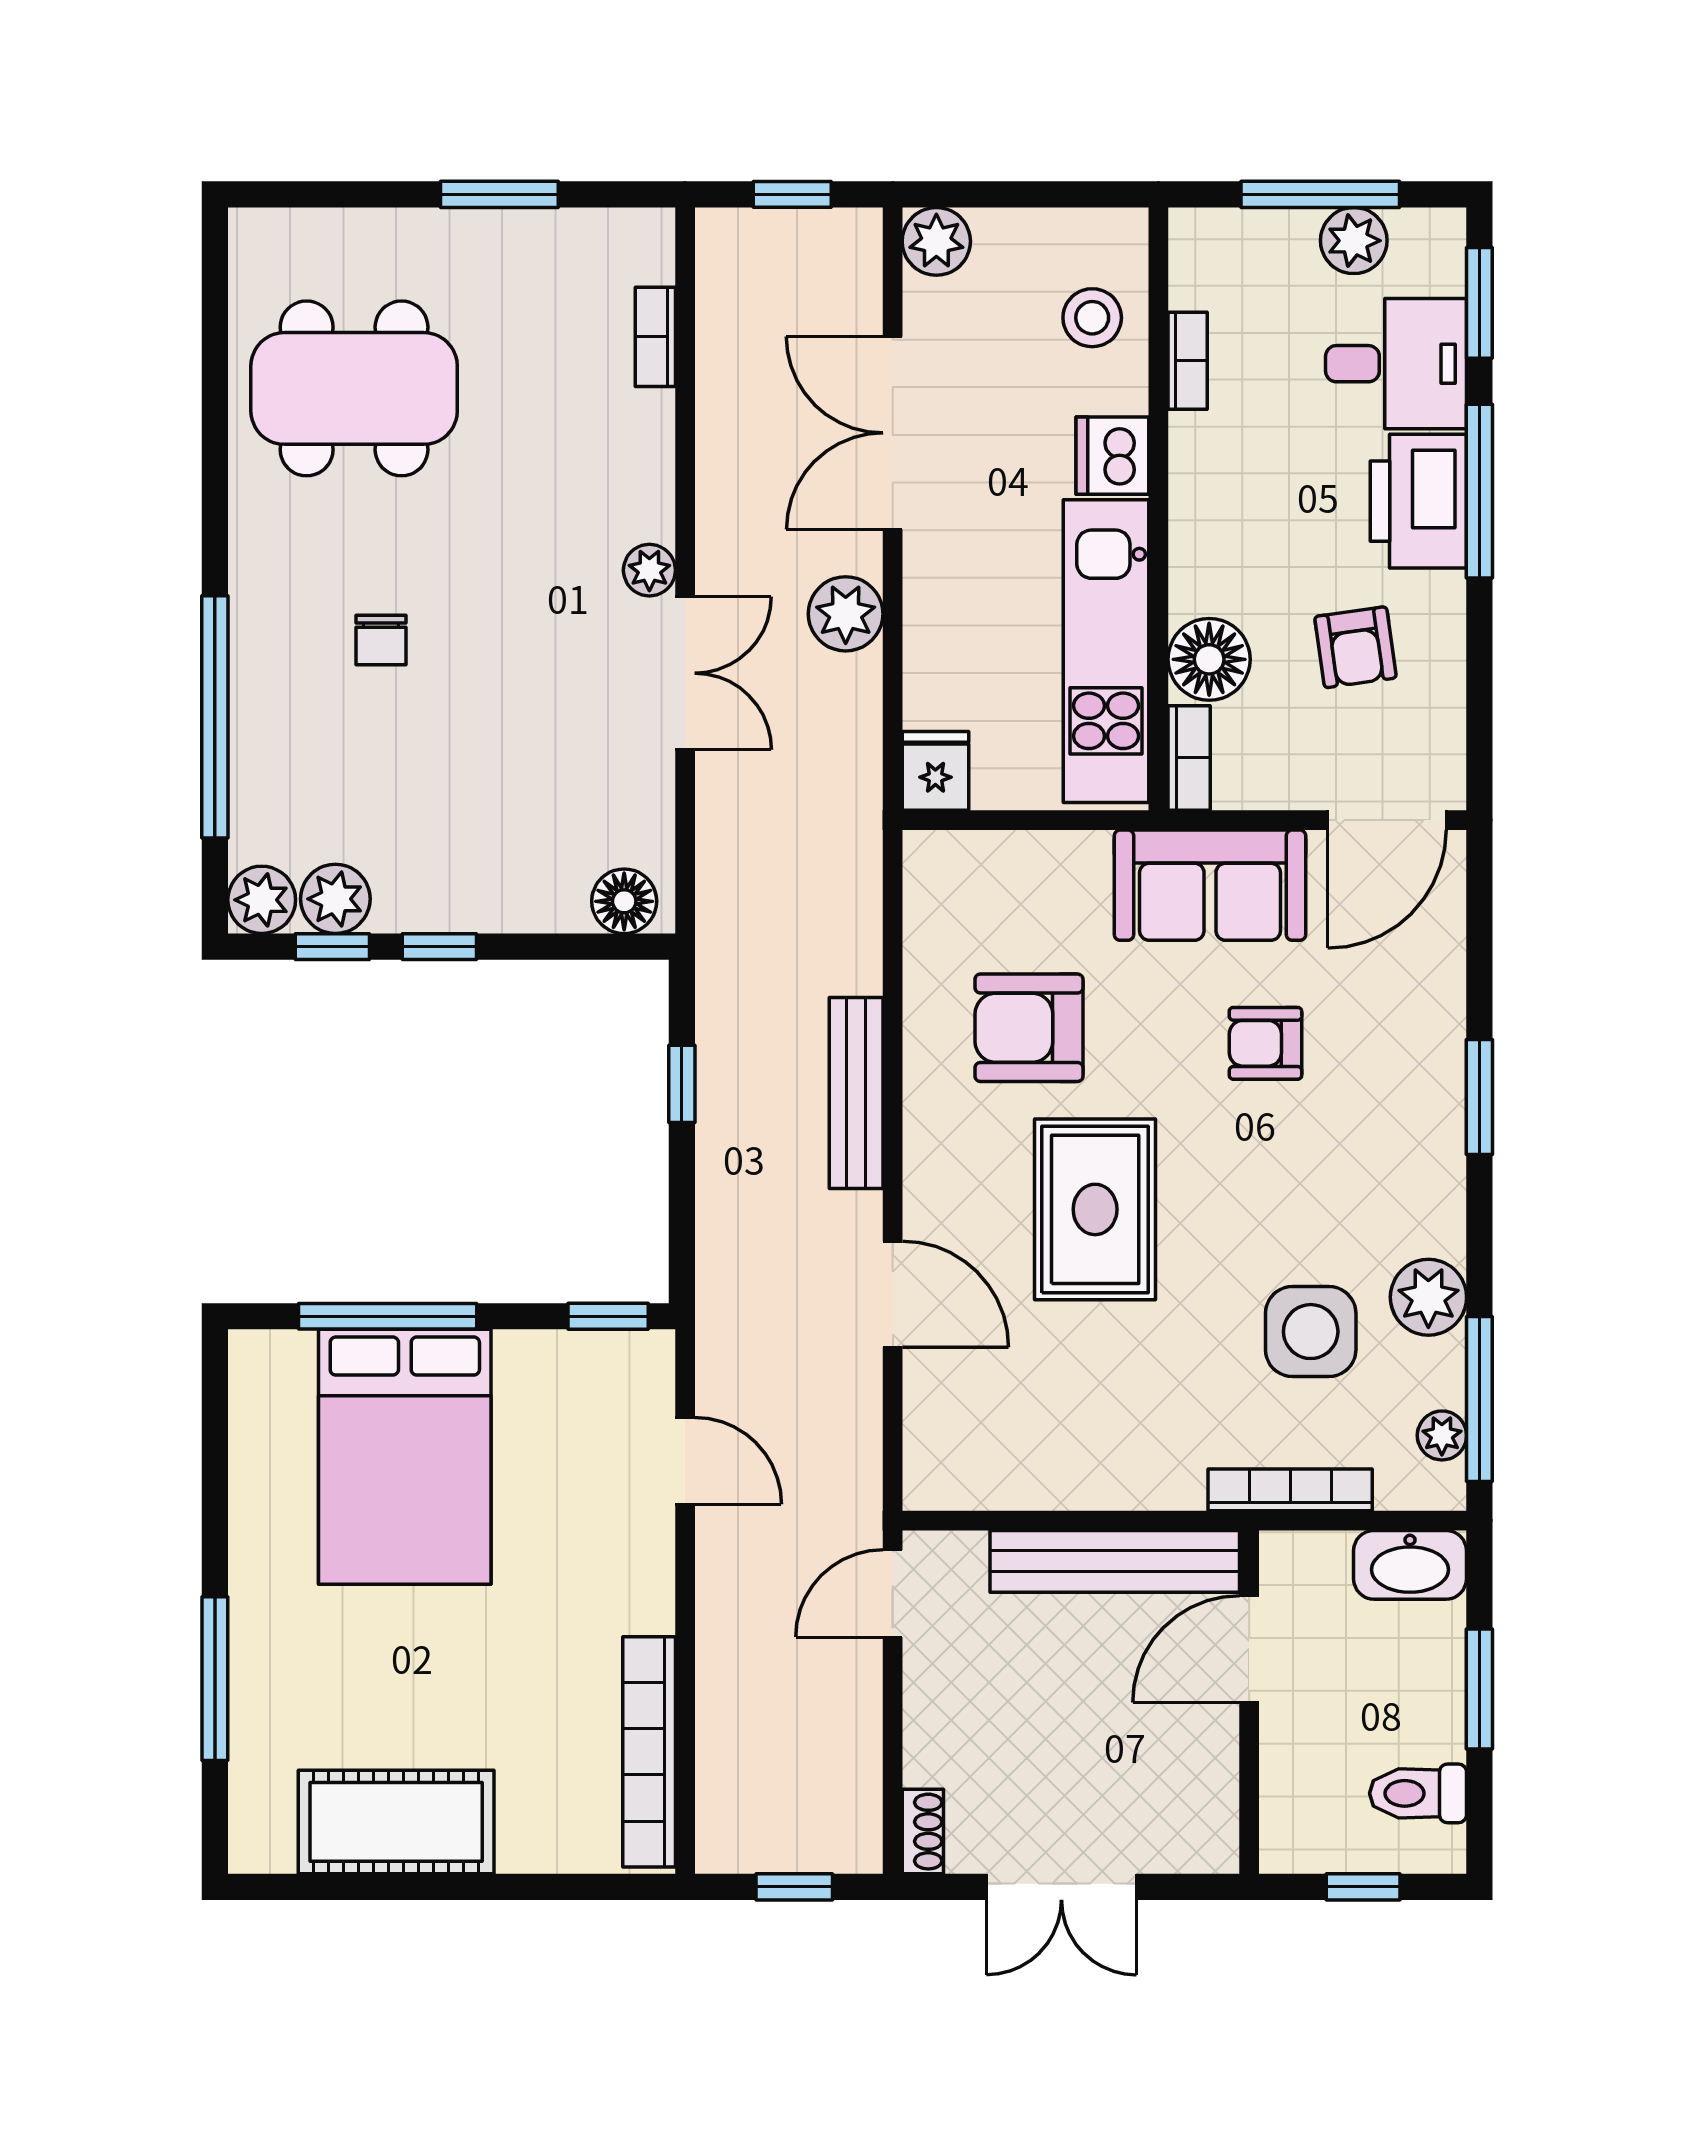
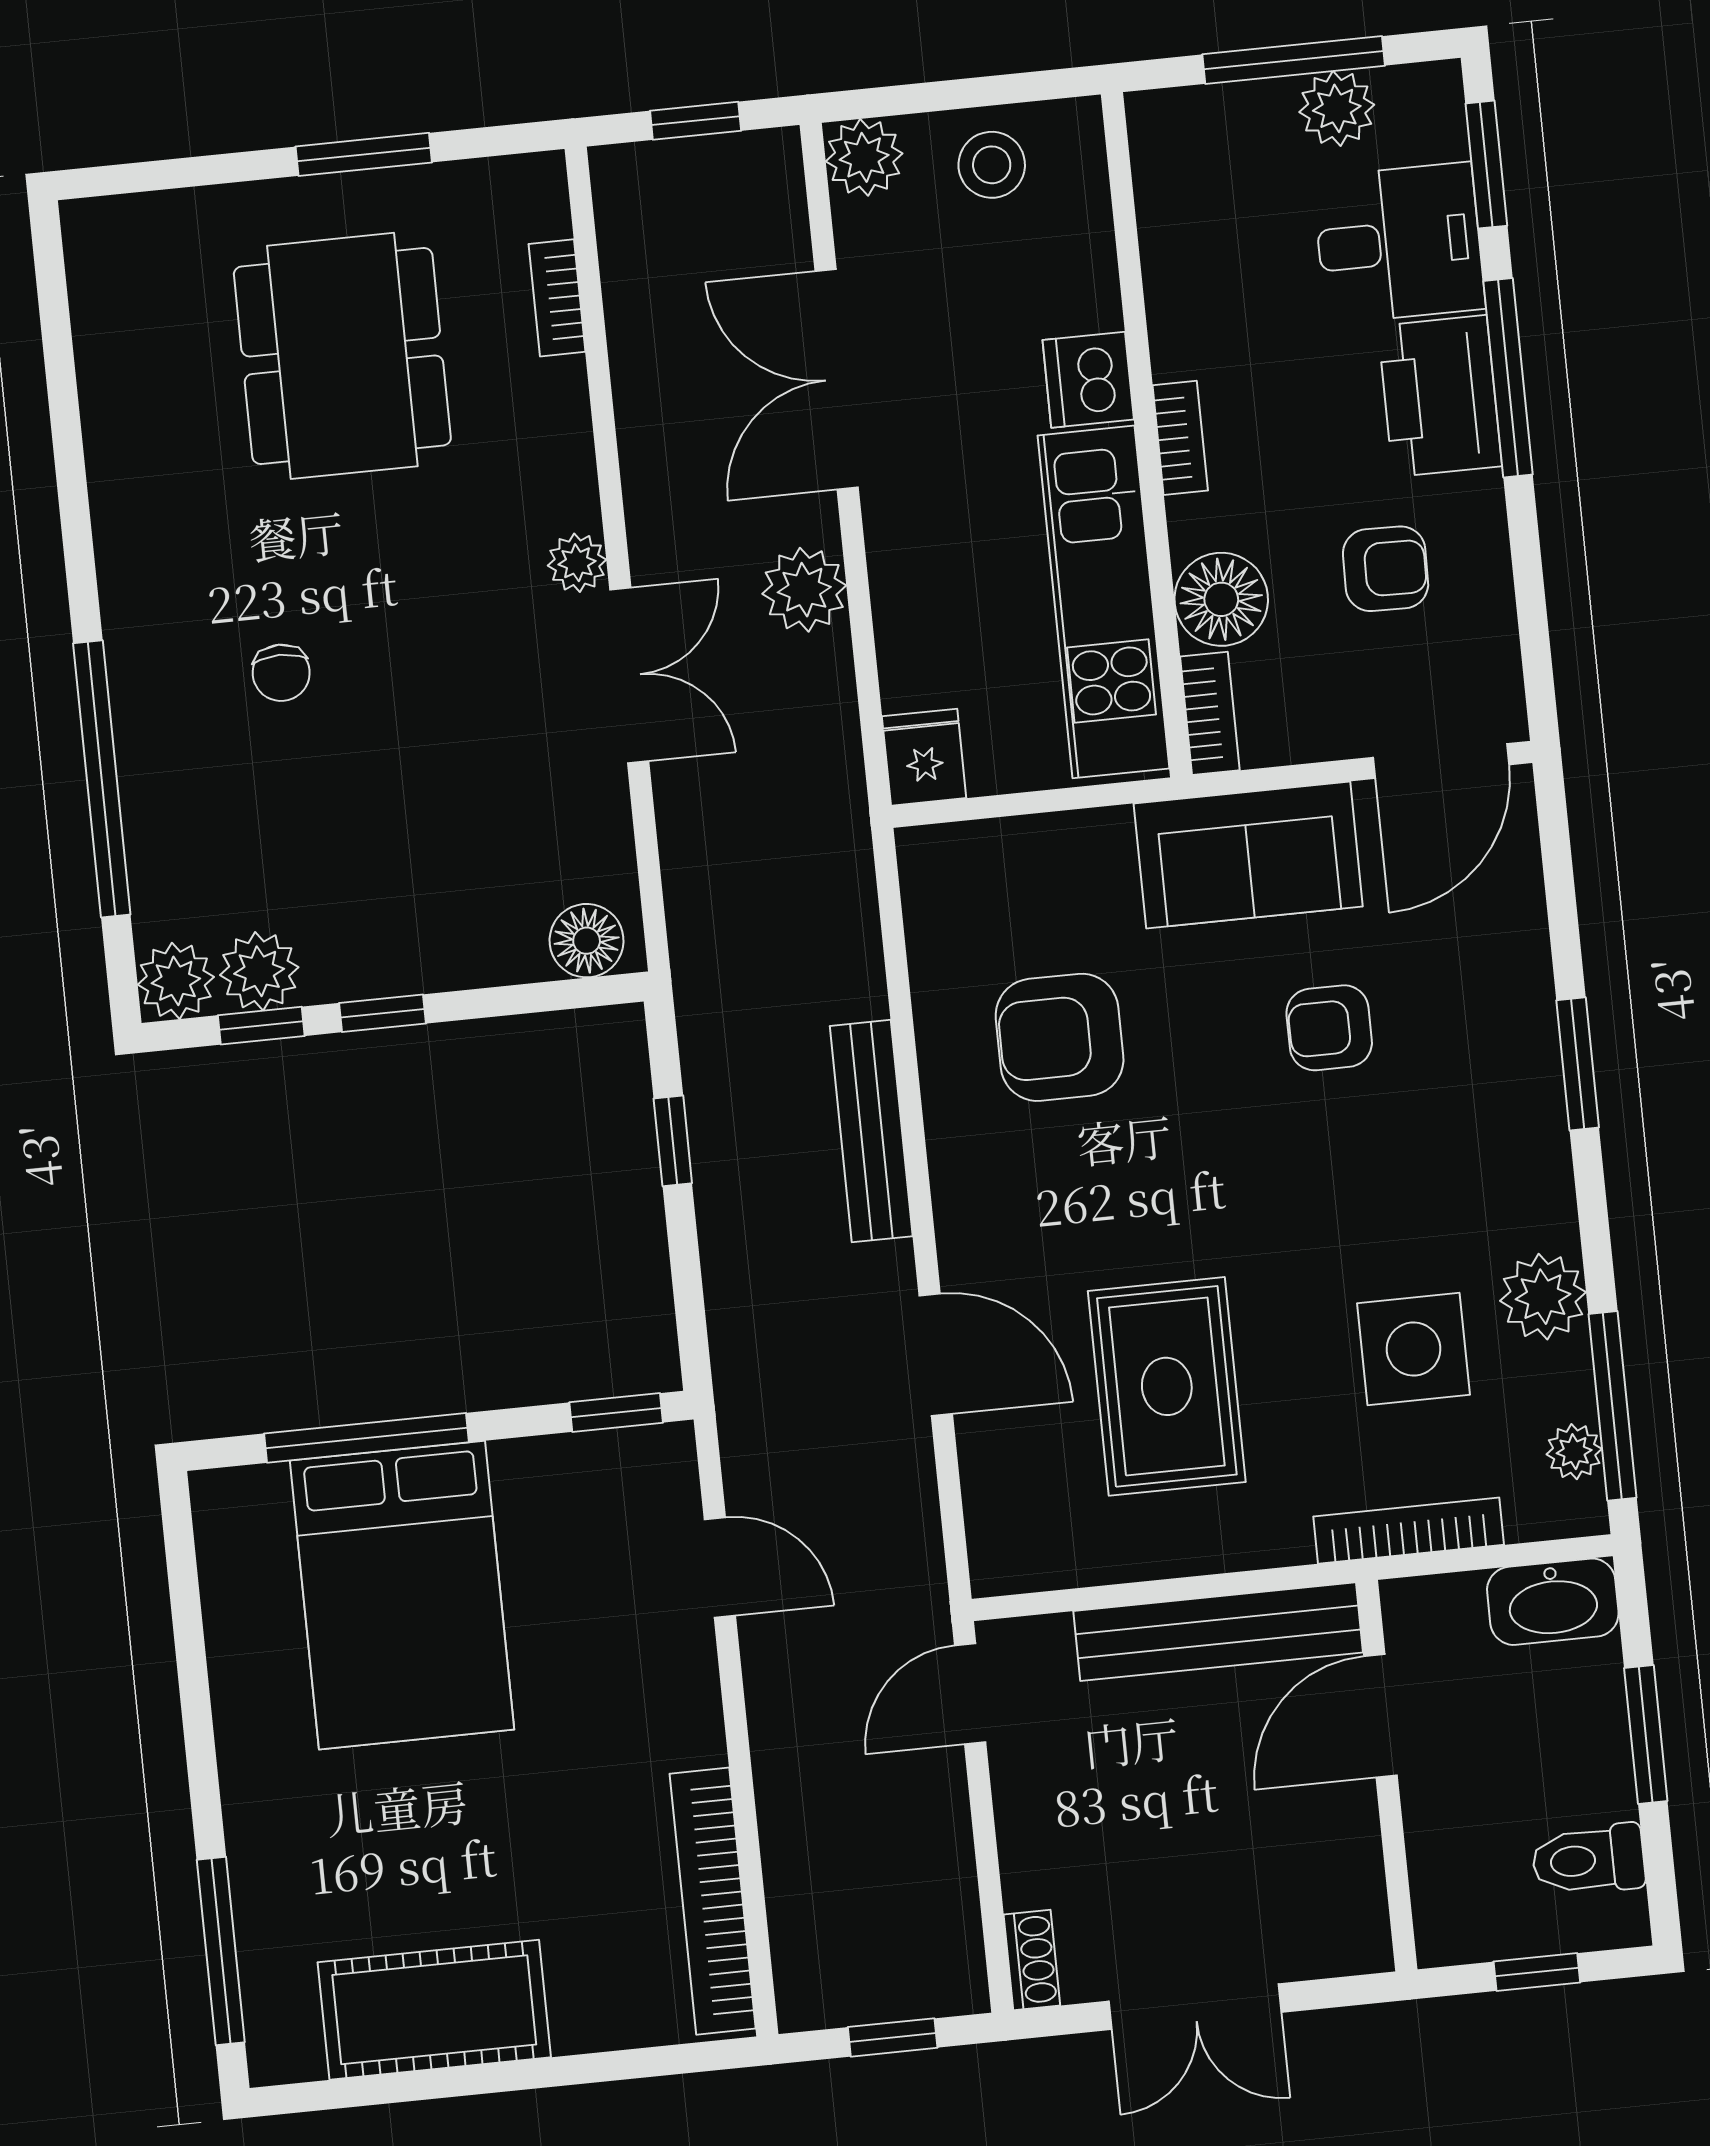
stool: (1092, 318) -> (992, 165), moved
bookcase: (1188, 361) -> (1180, 438), moved
dining table: (354, 388) -> (342, 356), moved, turned 90
armchair: (1355, 647) -> (1386, 569), turned -81
rug: (1095, 1209) -> (1167, 1386), moved
window: (215, 1679) -> (221, 1951), moved

